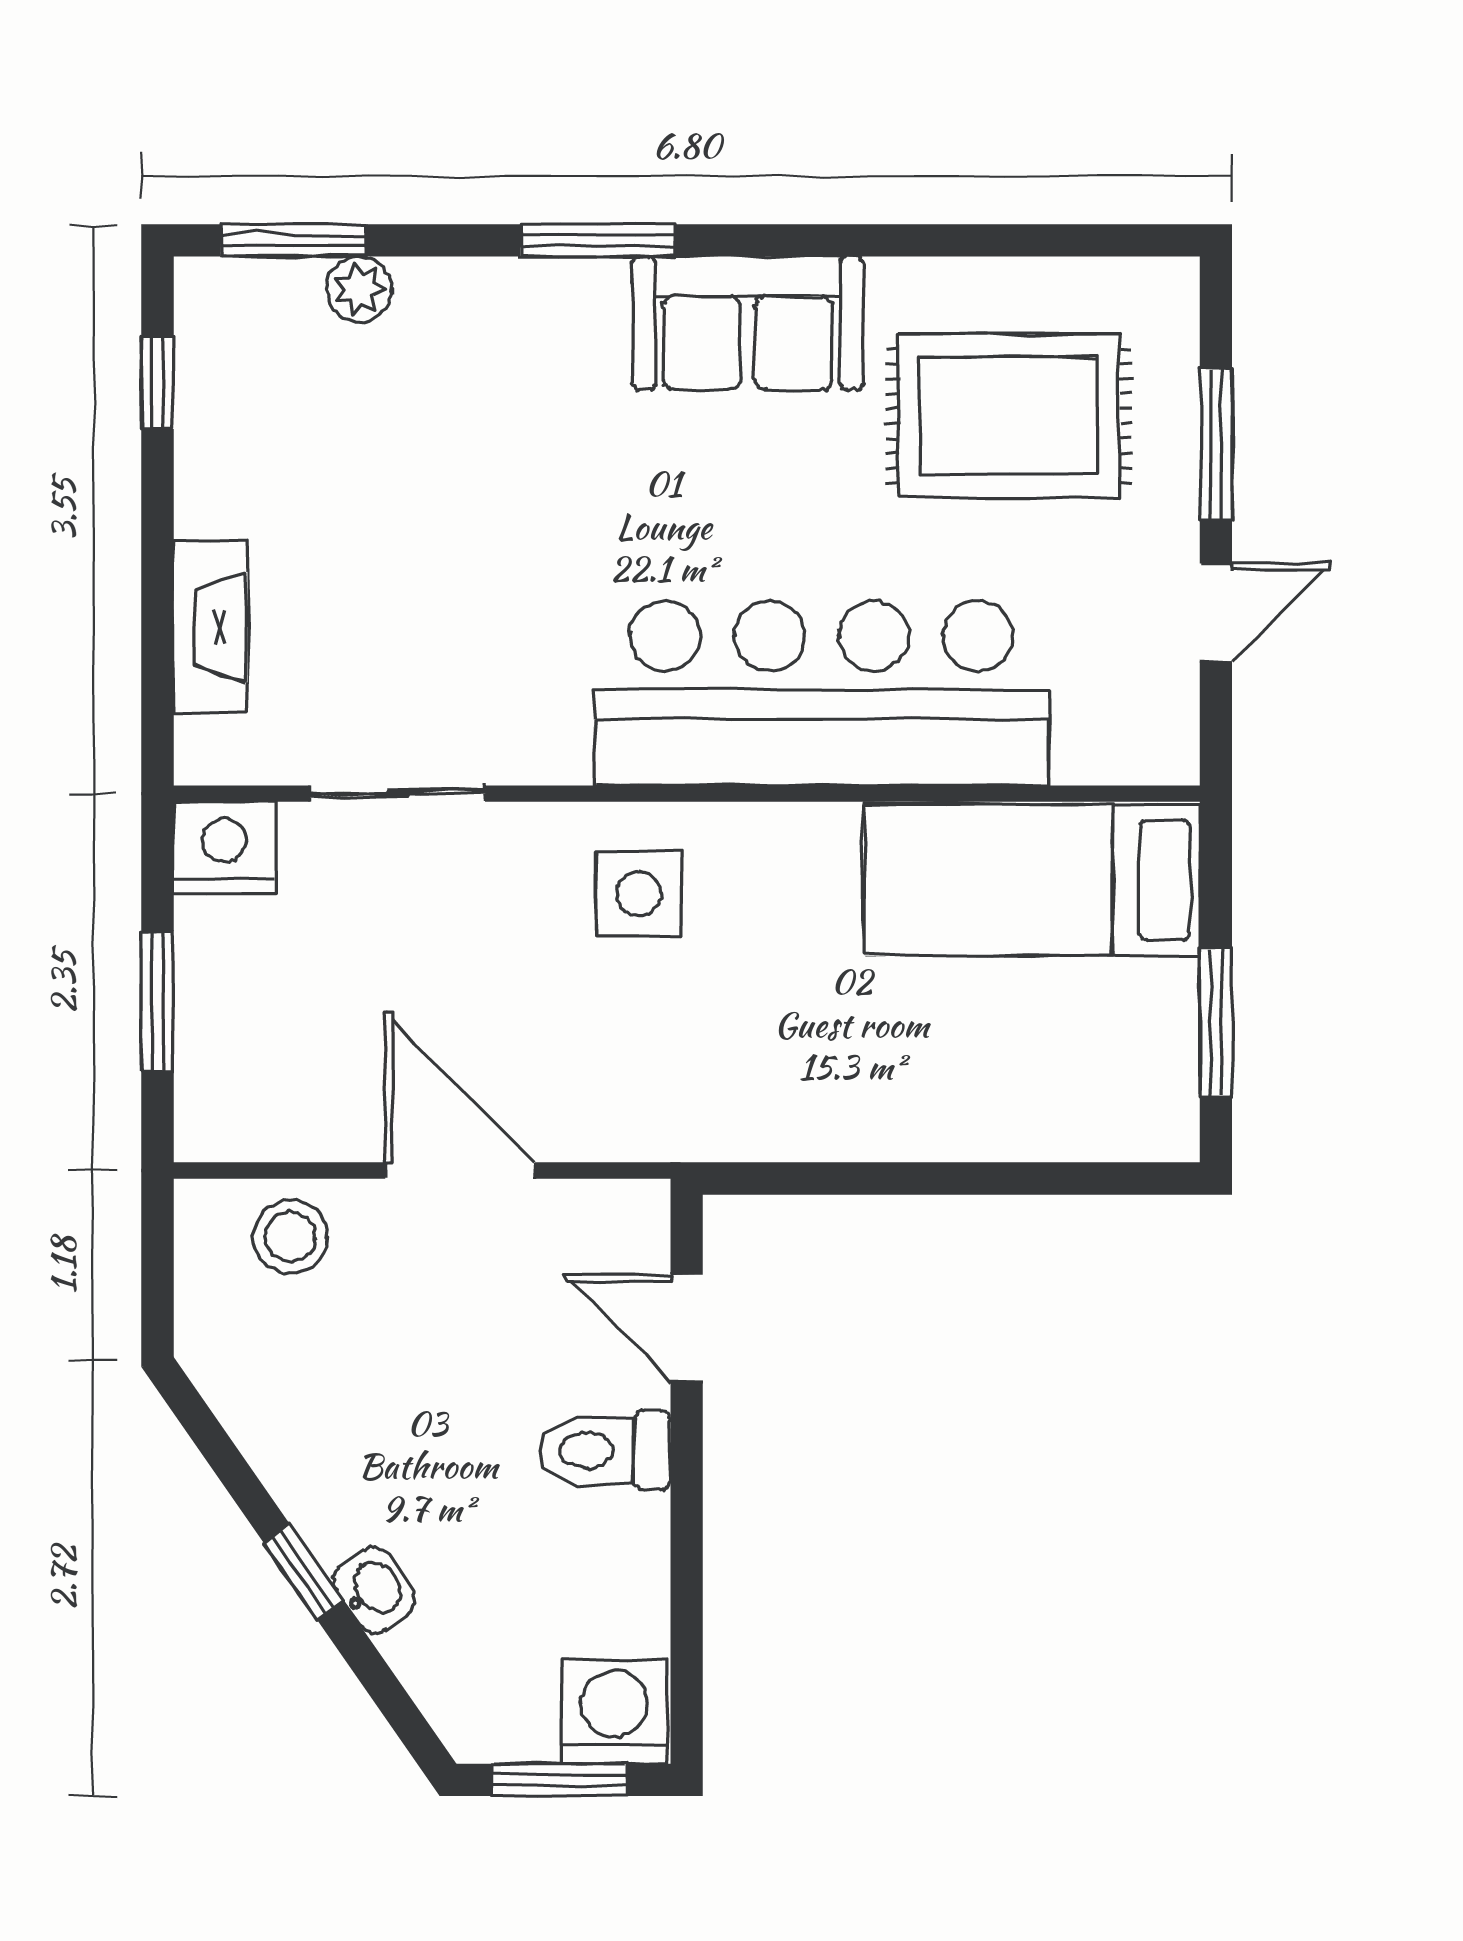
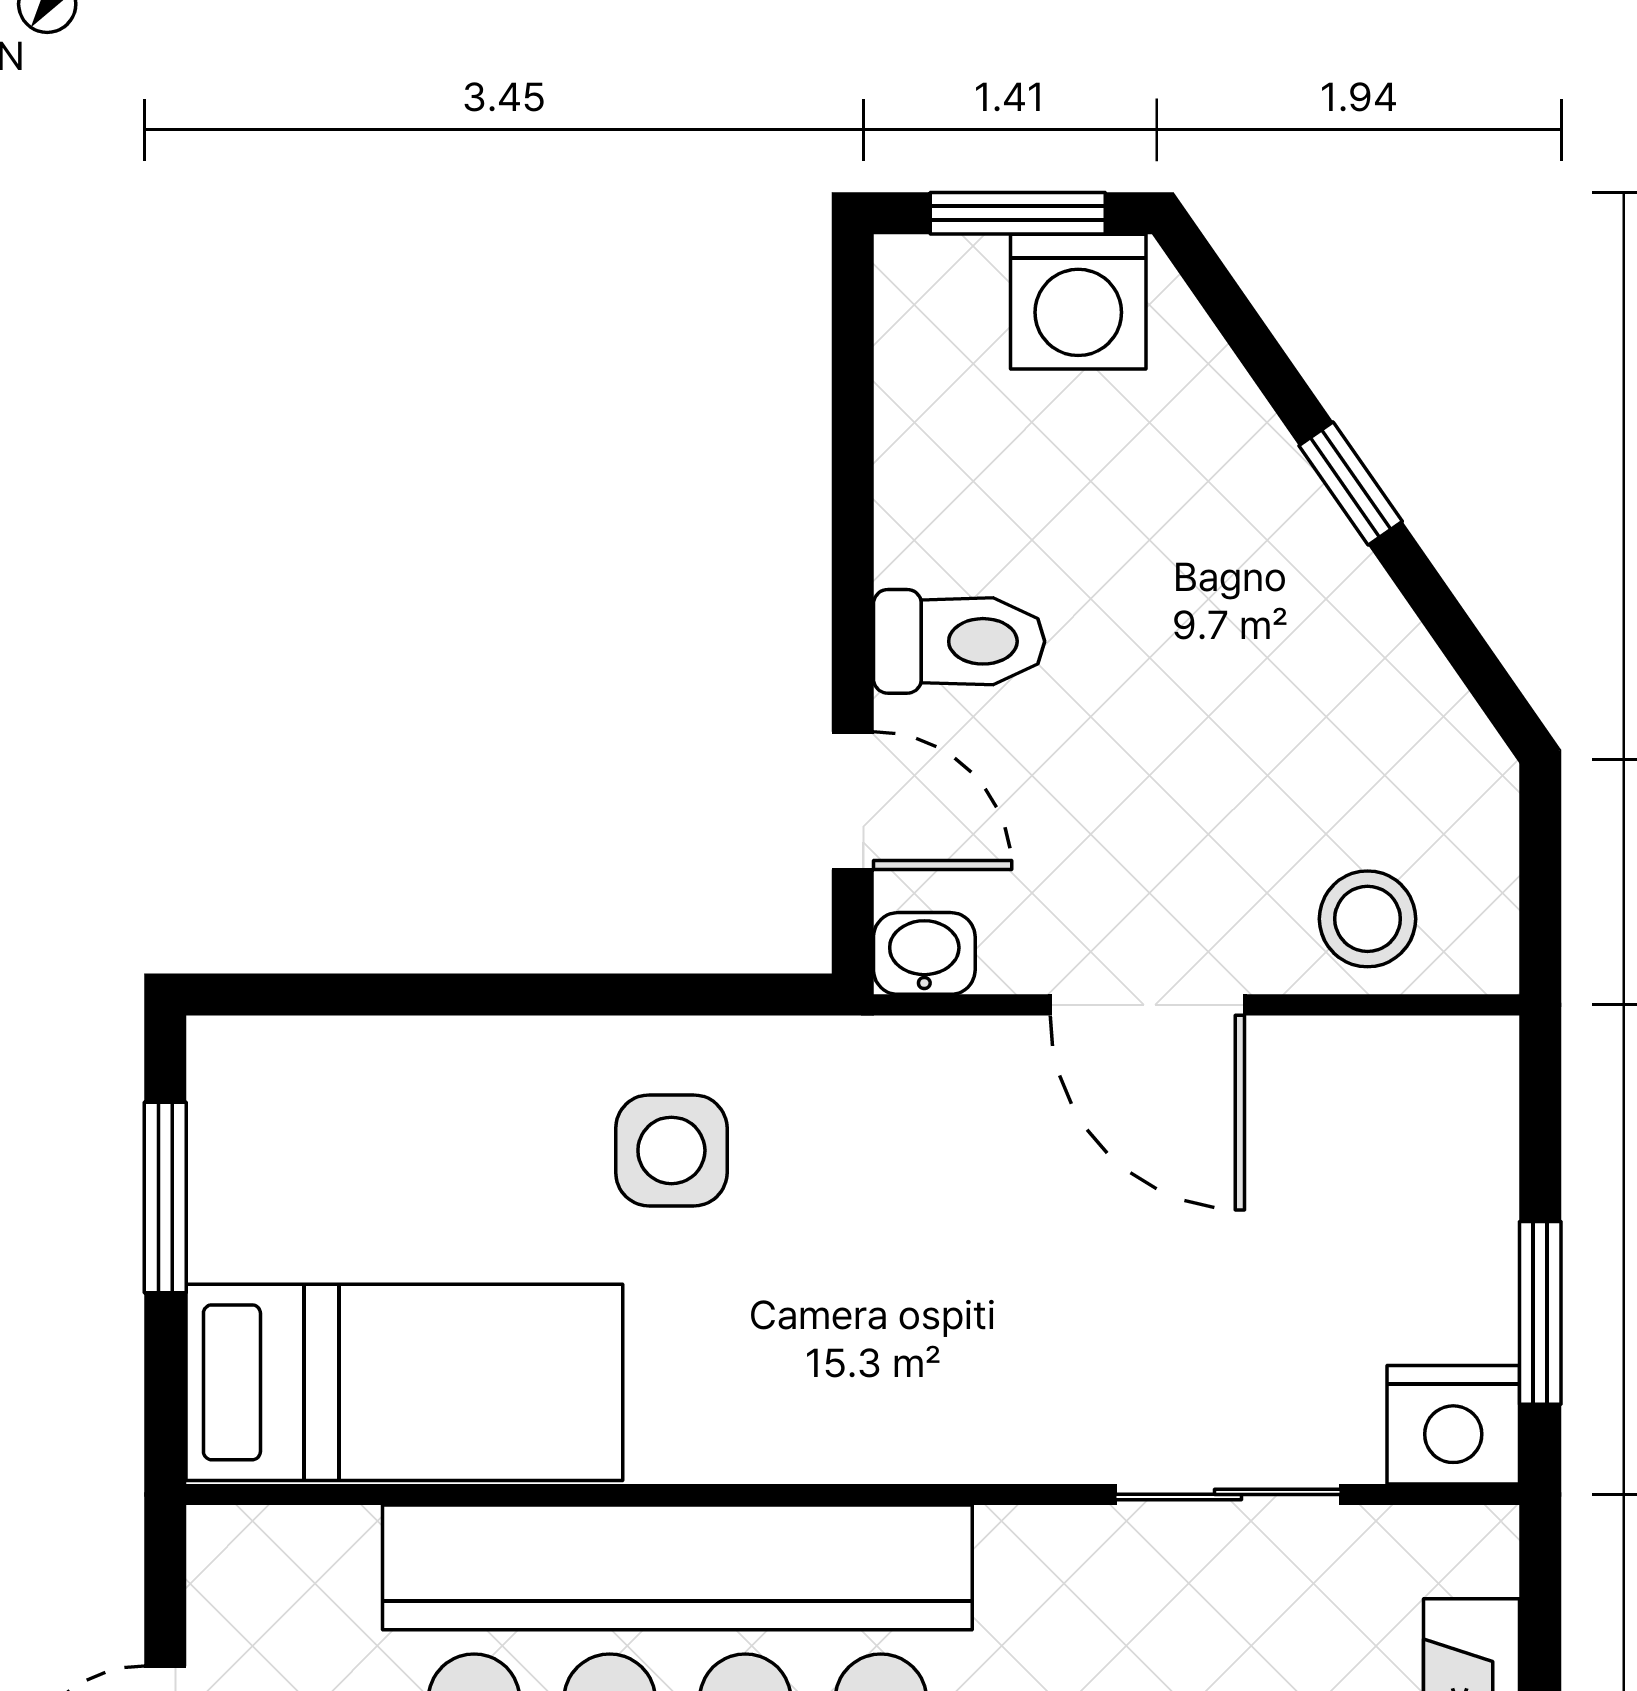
side table: (639, 894) -> (671, 1150), moved
window: (157, 1001) -> (1540, 1313), moved
washbasin: (374, 1590) -> (924, 953), moved, turned 125
washing machine: (614, 1712) -> (1078, 302), moved

